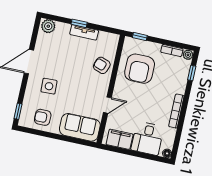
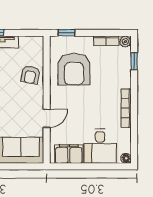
armchair: (102, 65) -> (30, 75), turned -99

